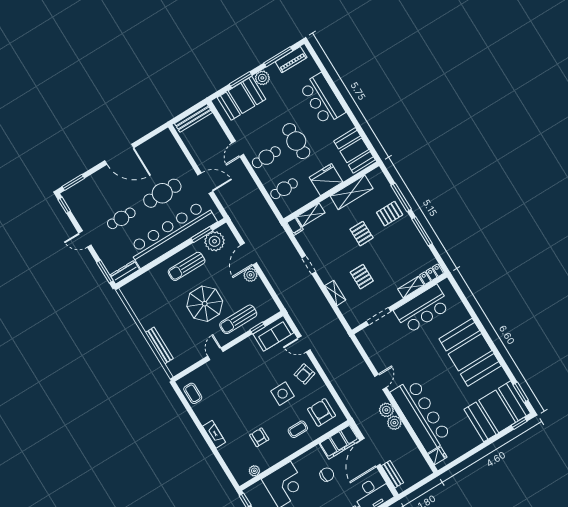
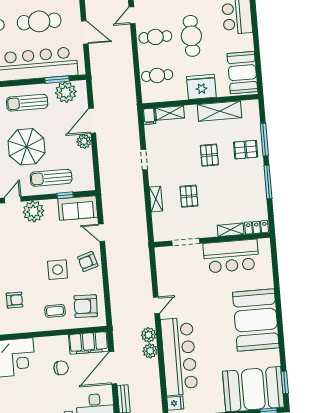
plant: (238, 355) -> (33, 211), added
armchair: (322, 412) -> (86, 306), turned -88
armchair: (259, 437) -> (14, 300), turned 90

